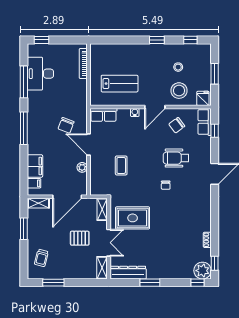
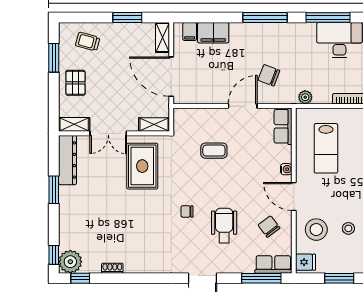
window: (215, 131) -> (261, 278), width x2.17
plant: (82, 167) -> (305, 97), moved
pallet: (80, 238) -> (75, 83), moved

